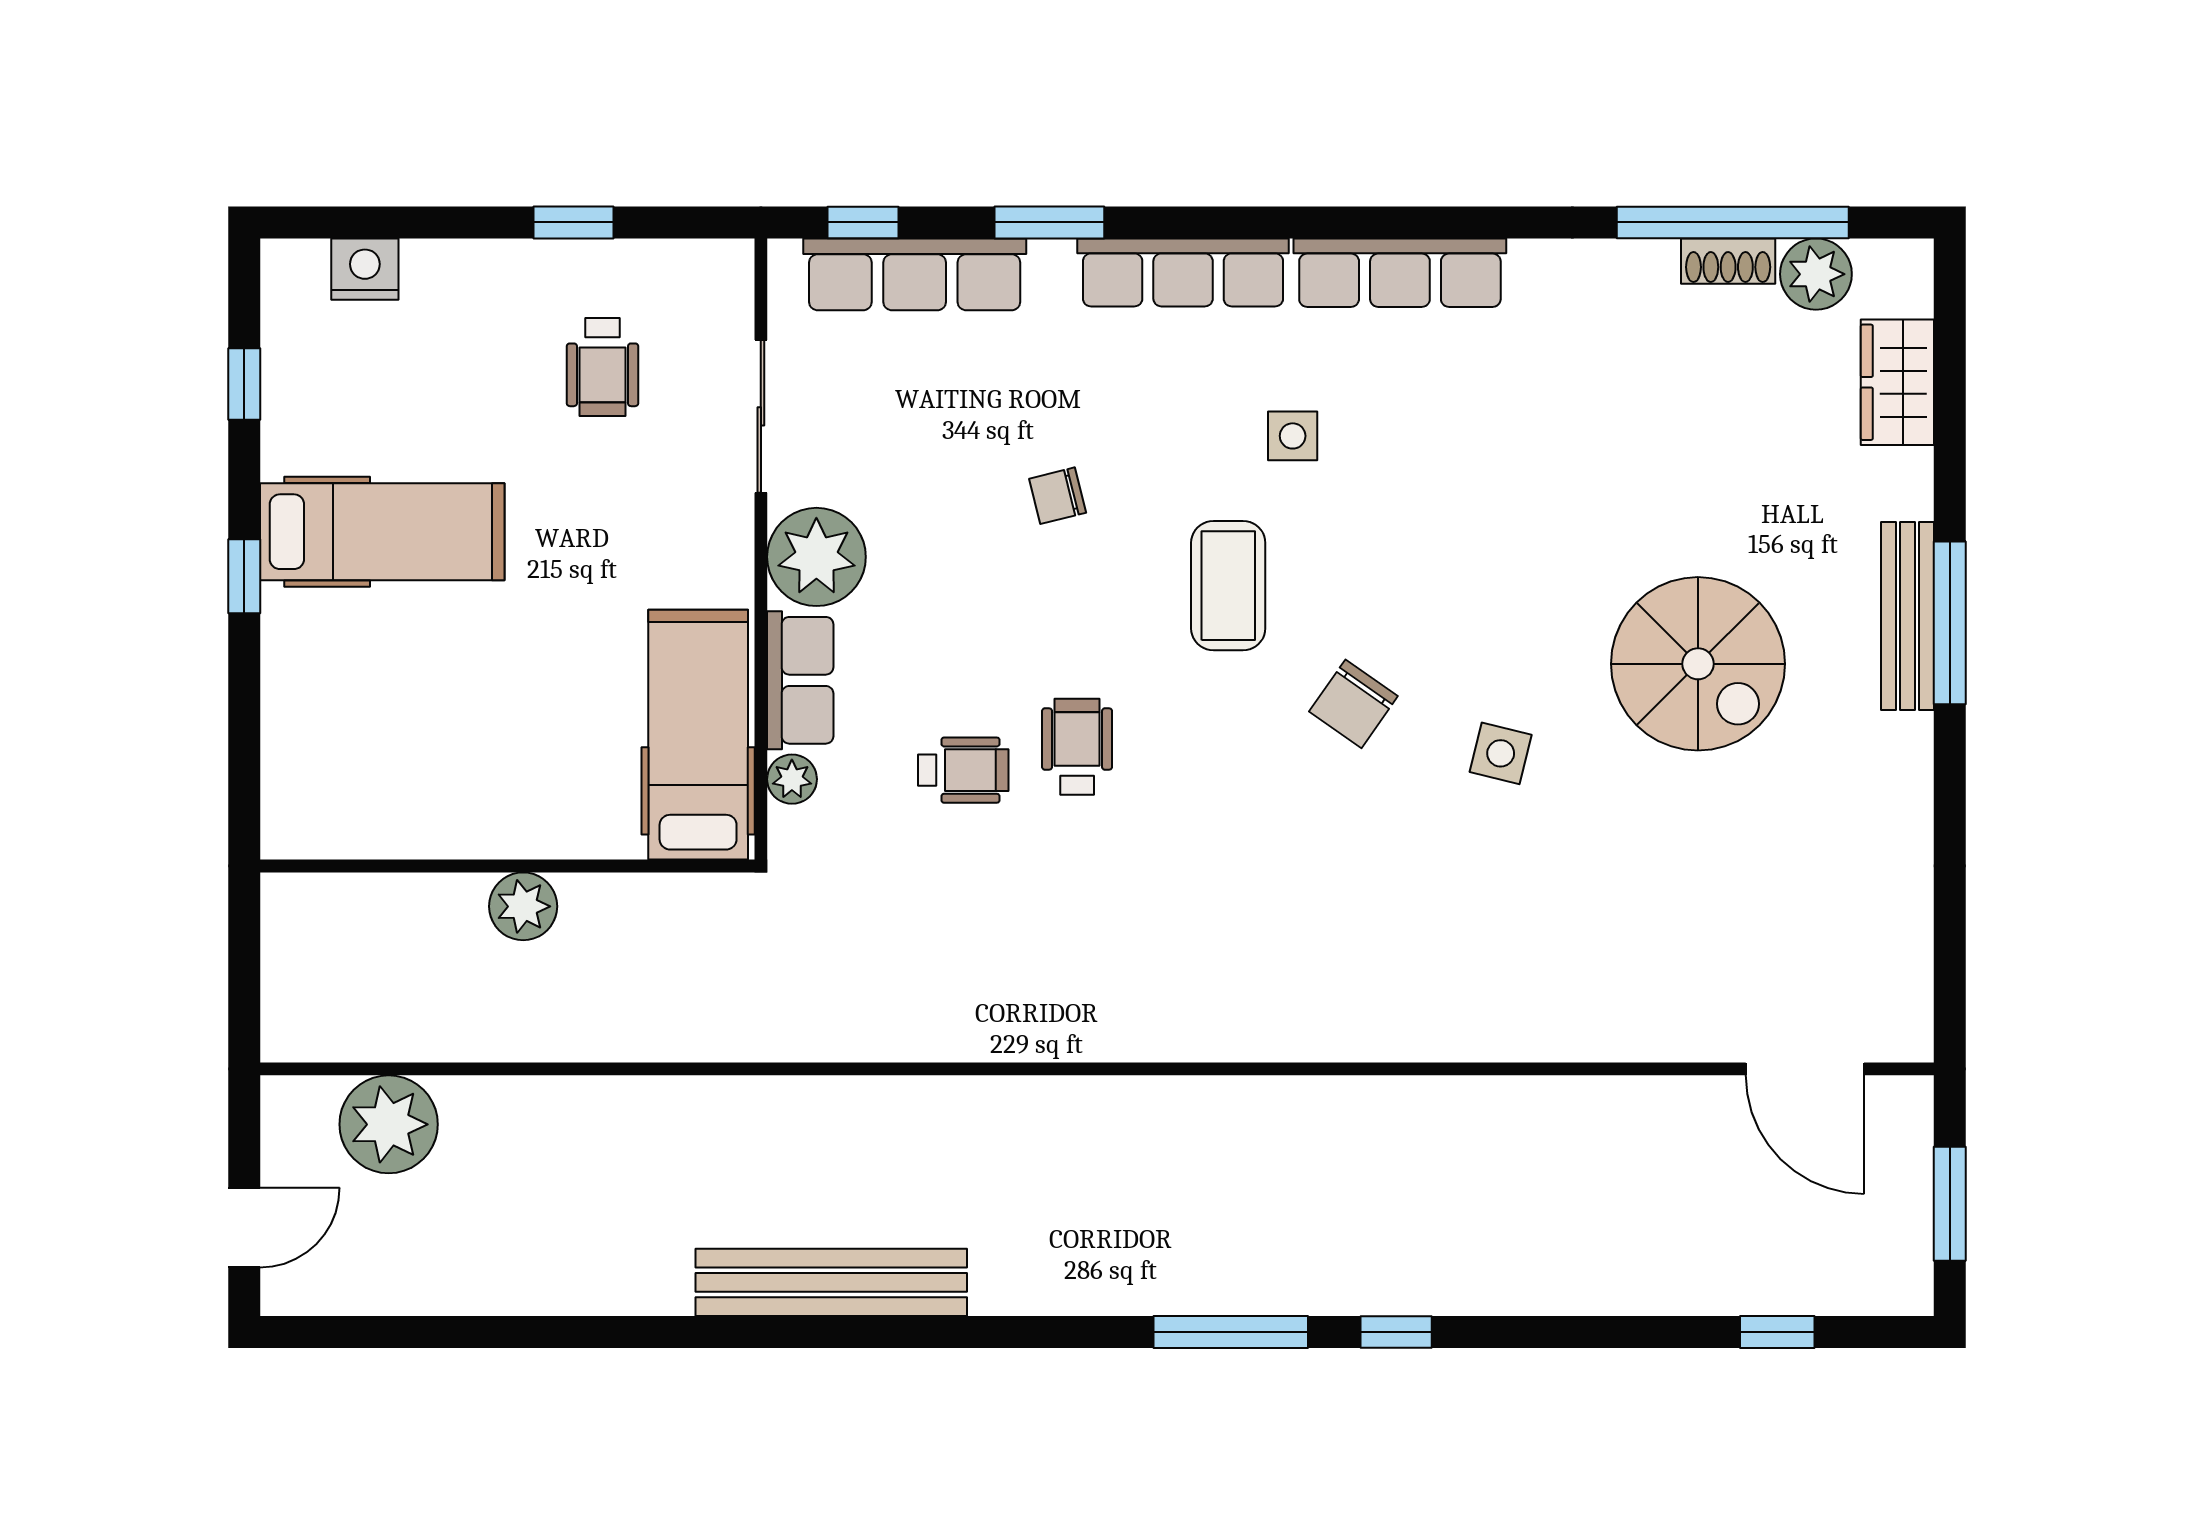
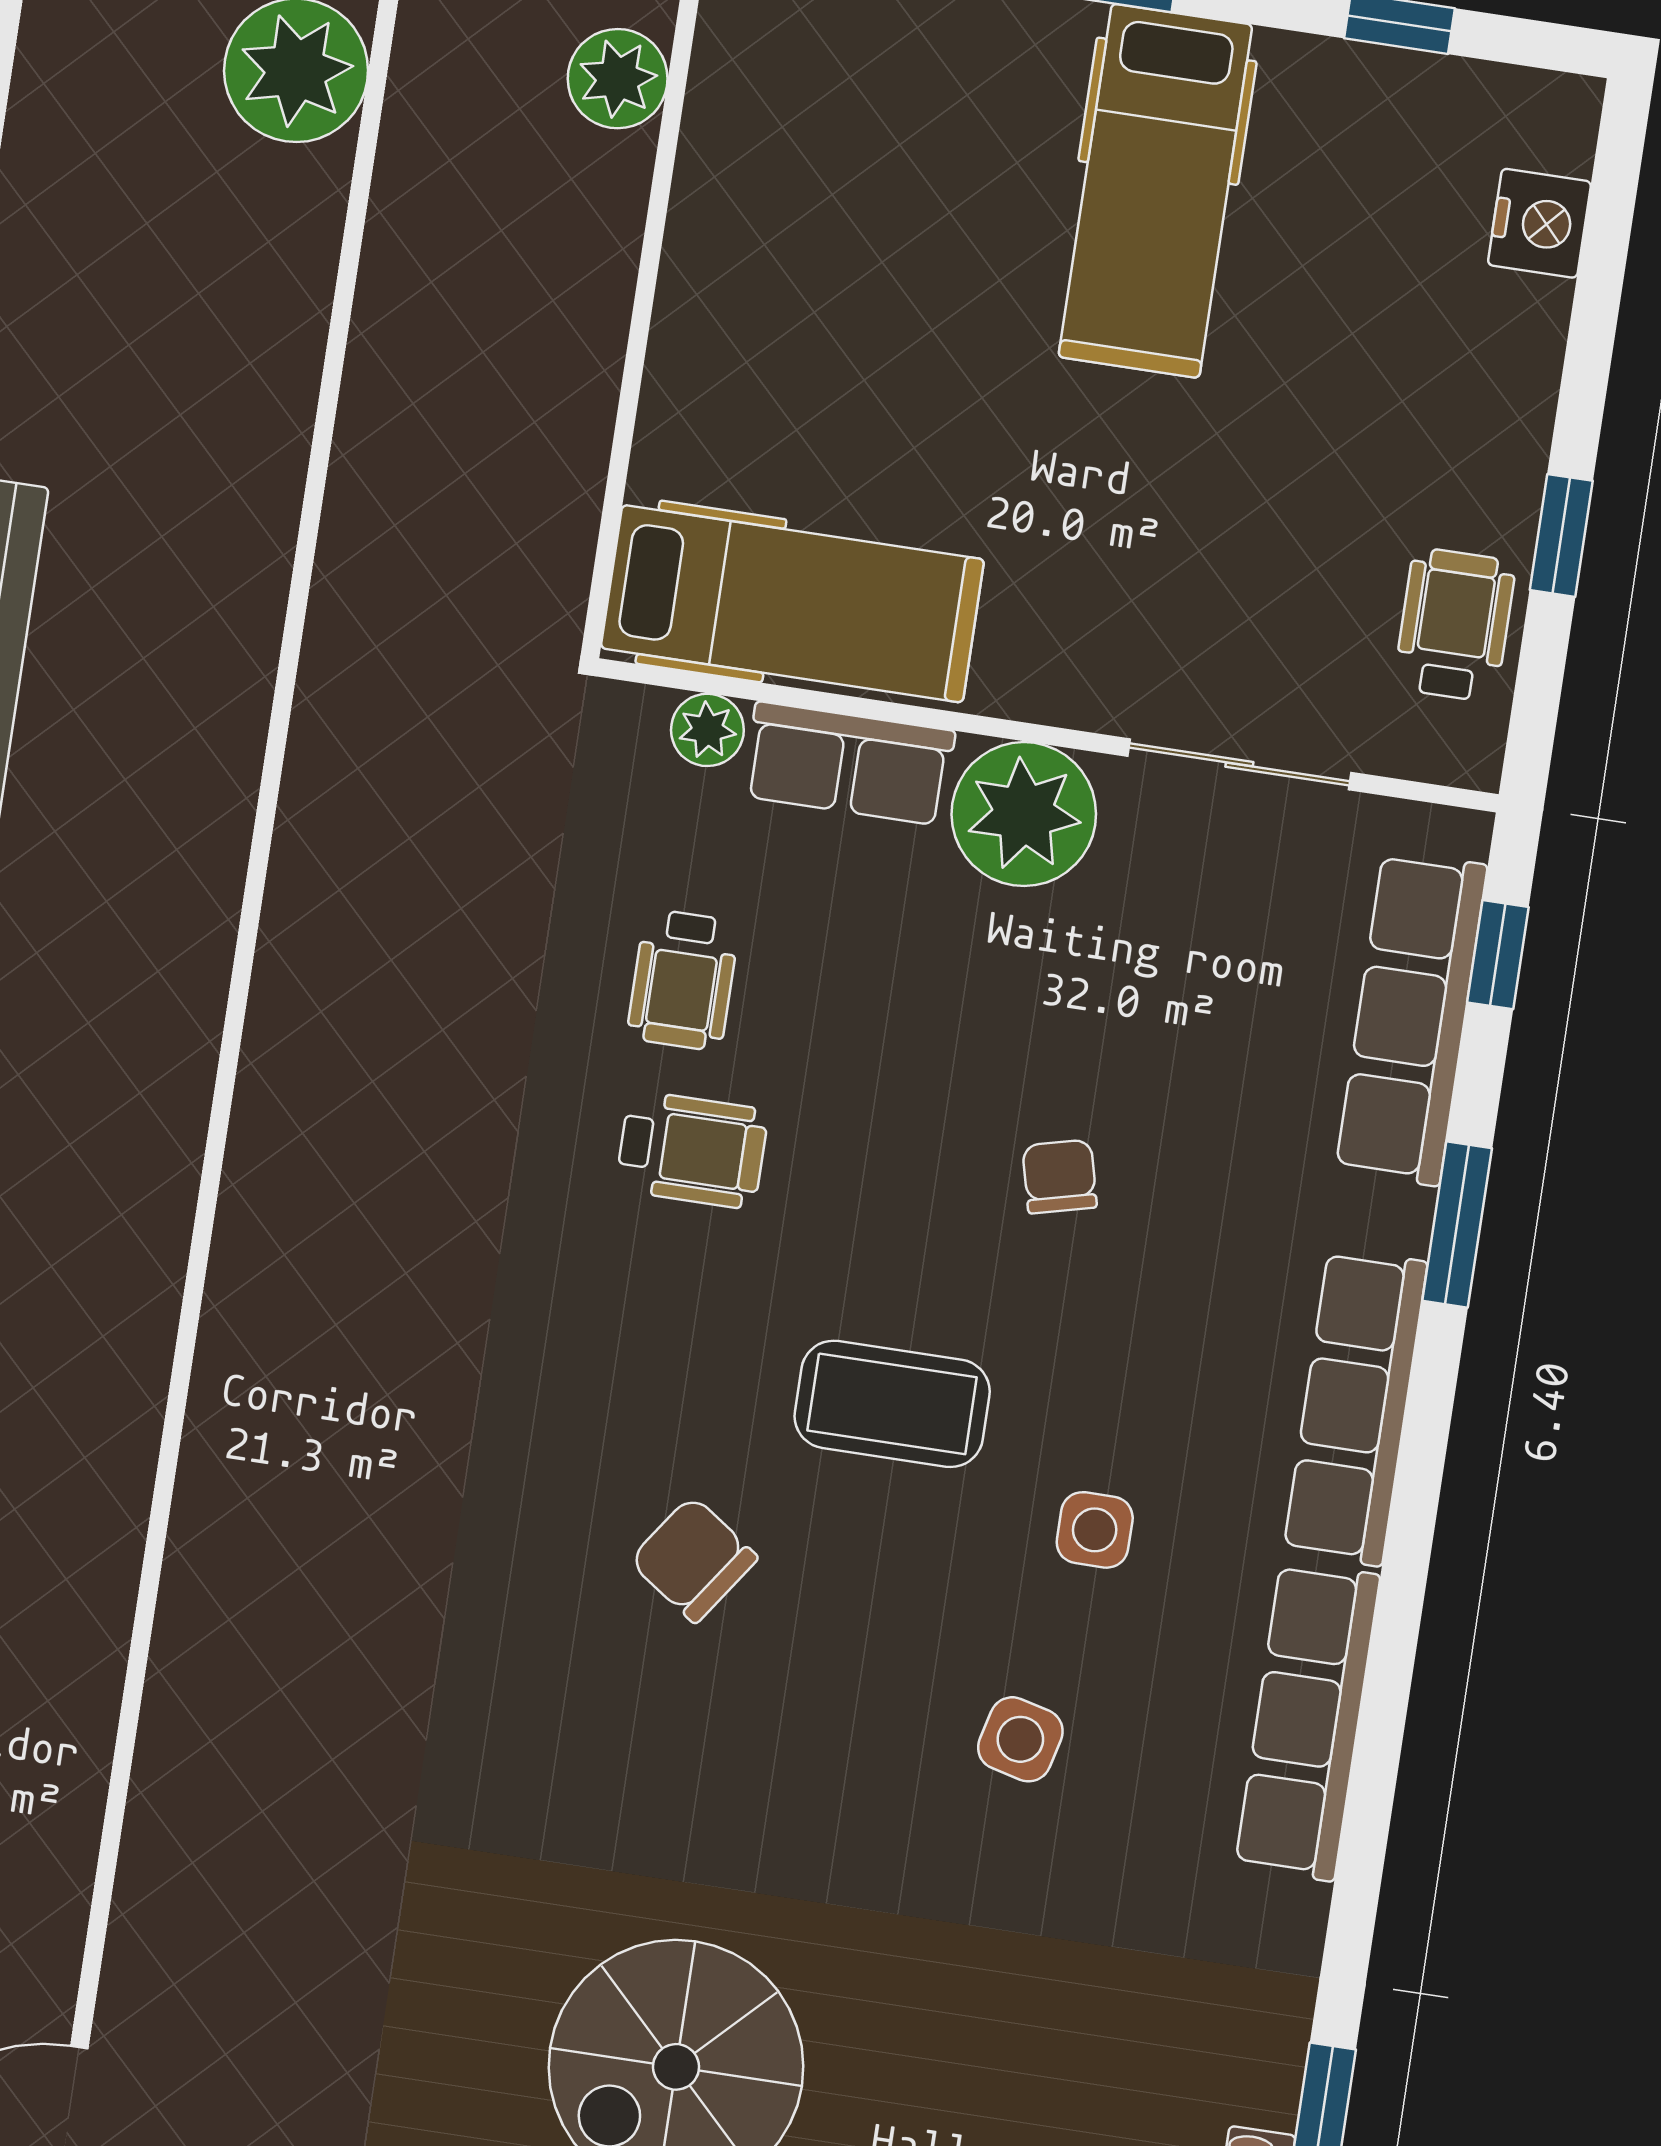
wheelchair: (602, 367) -> (1455, 625), moved, turned 90
side table: (1501, 753) -> (1020, 1739), moved
plant: (523, 906) -> (618, 79), moved

